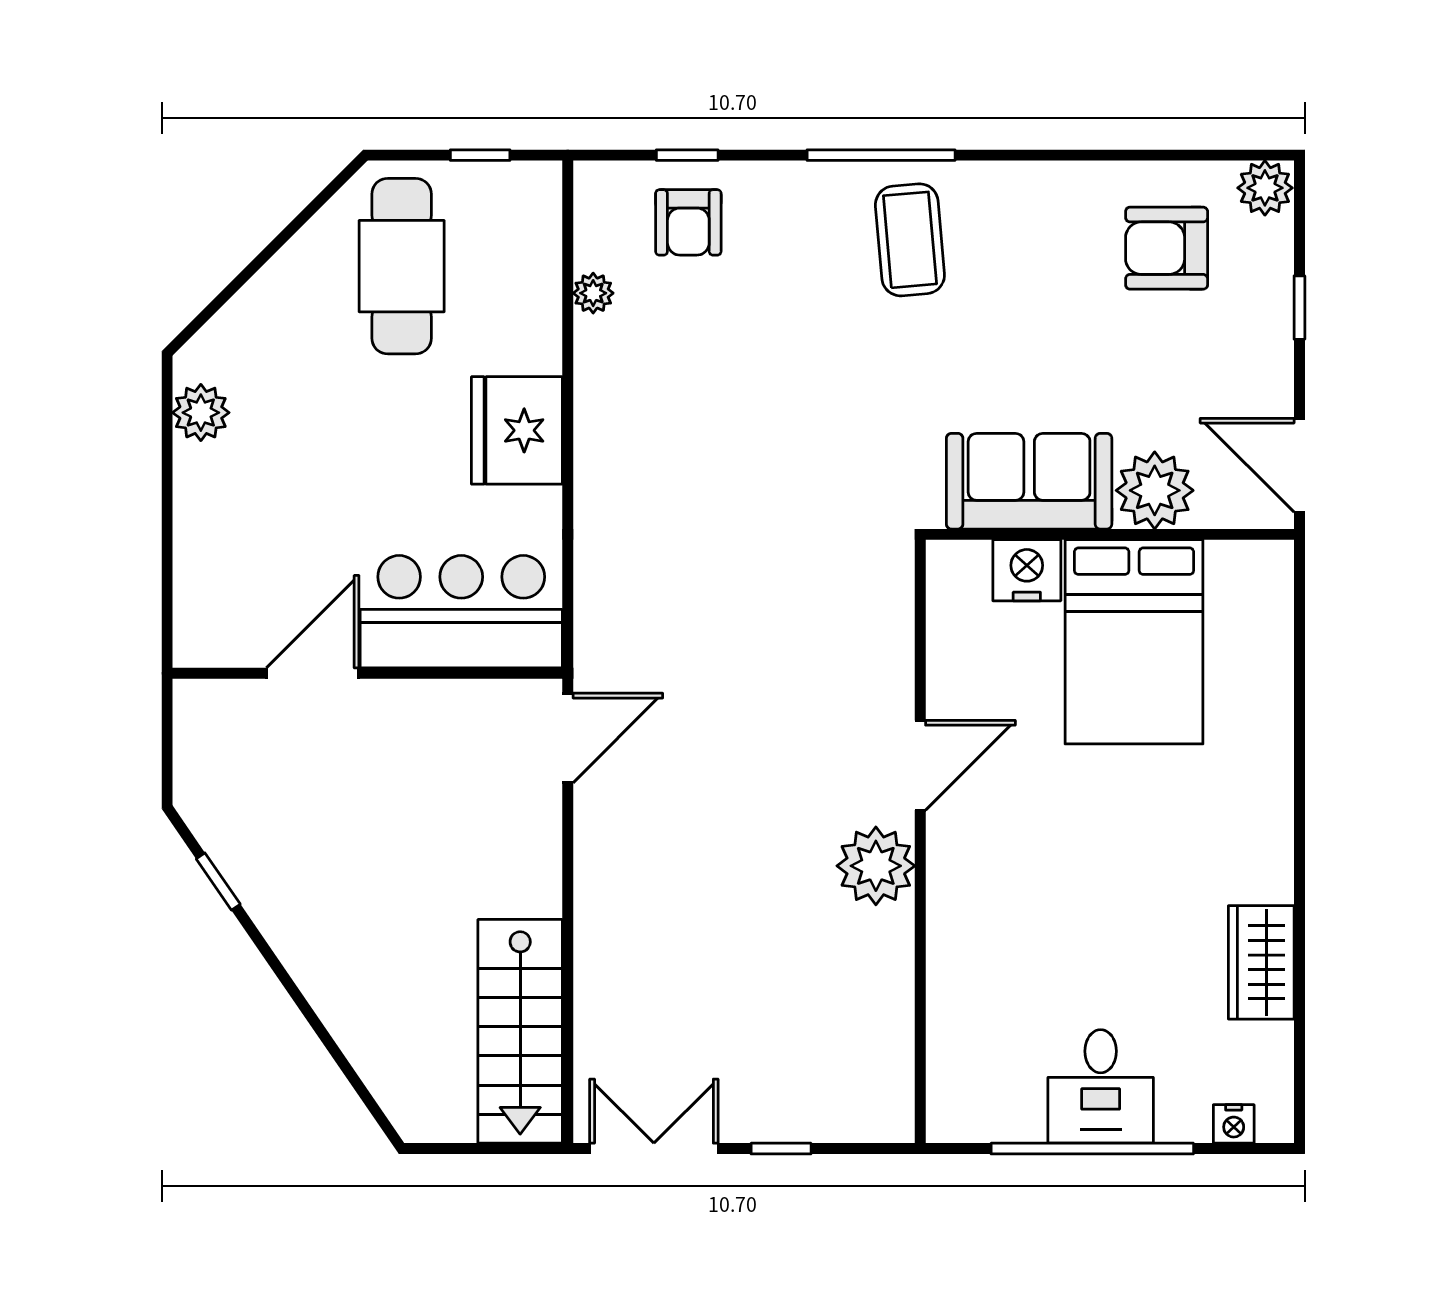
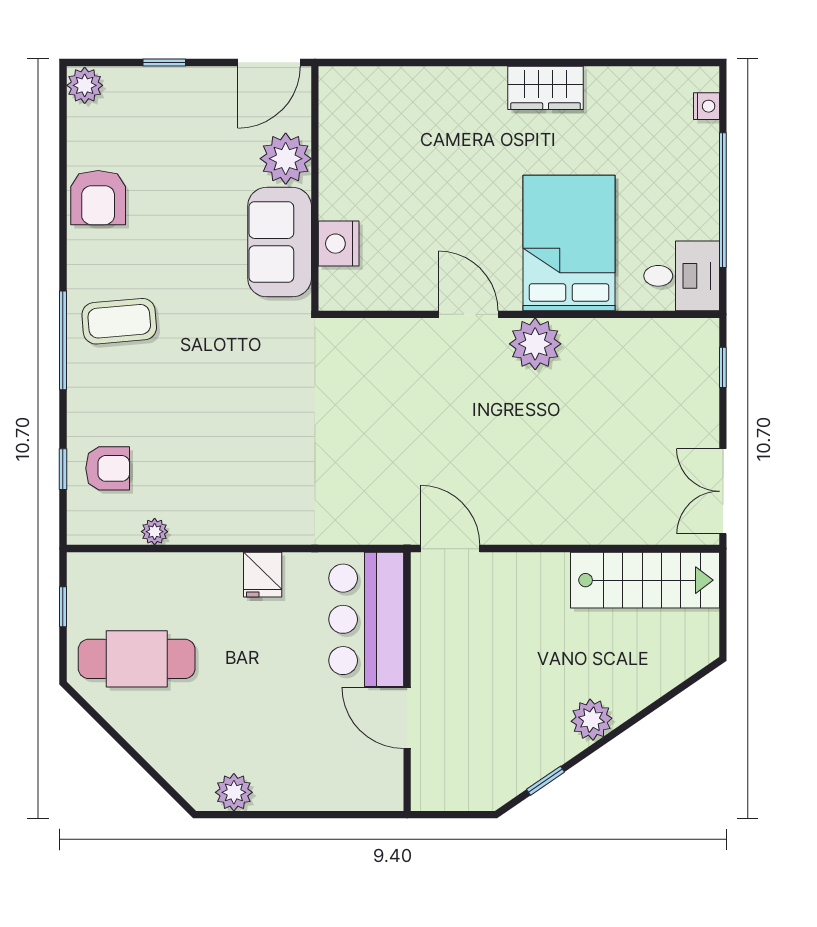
armchair: (1167, 248) -> (98, 198), moved
fridge: (517, 430) -> (263, 575), width x0.53, depth x0.75
bed: (1134, 642) -> (569, 243), moved, turned -90
plant: (310, 951) -> (592, 720), added
wardrobe: (1261, 962) -> (546, 88), moved
desk: (1101, 1086) -> (682, 276), moved
window: (781, 1149) -> (723, 367), moved

